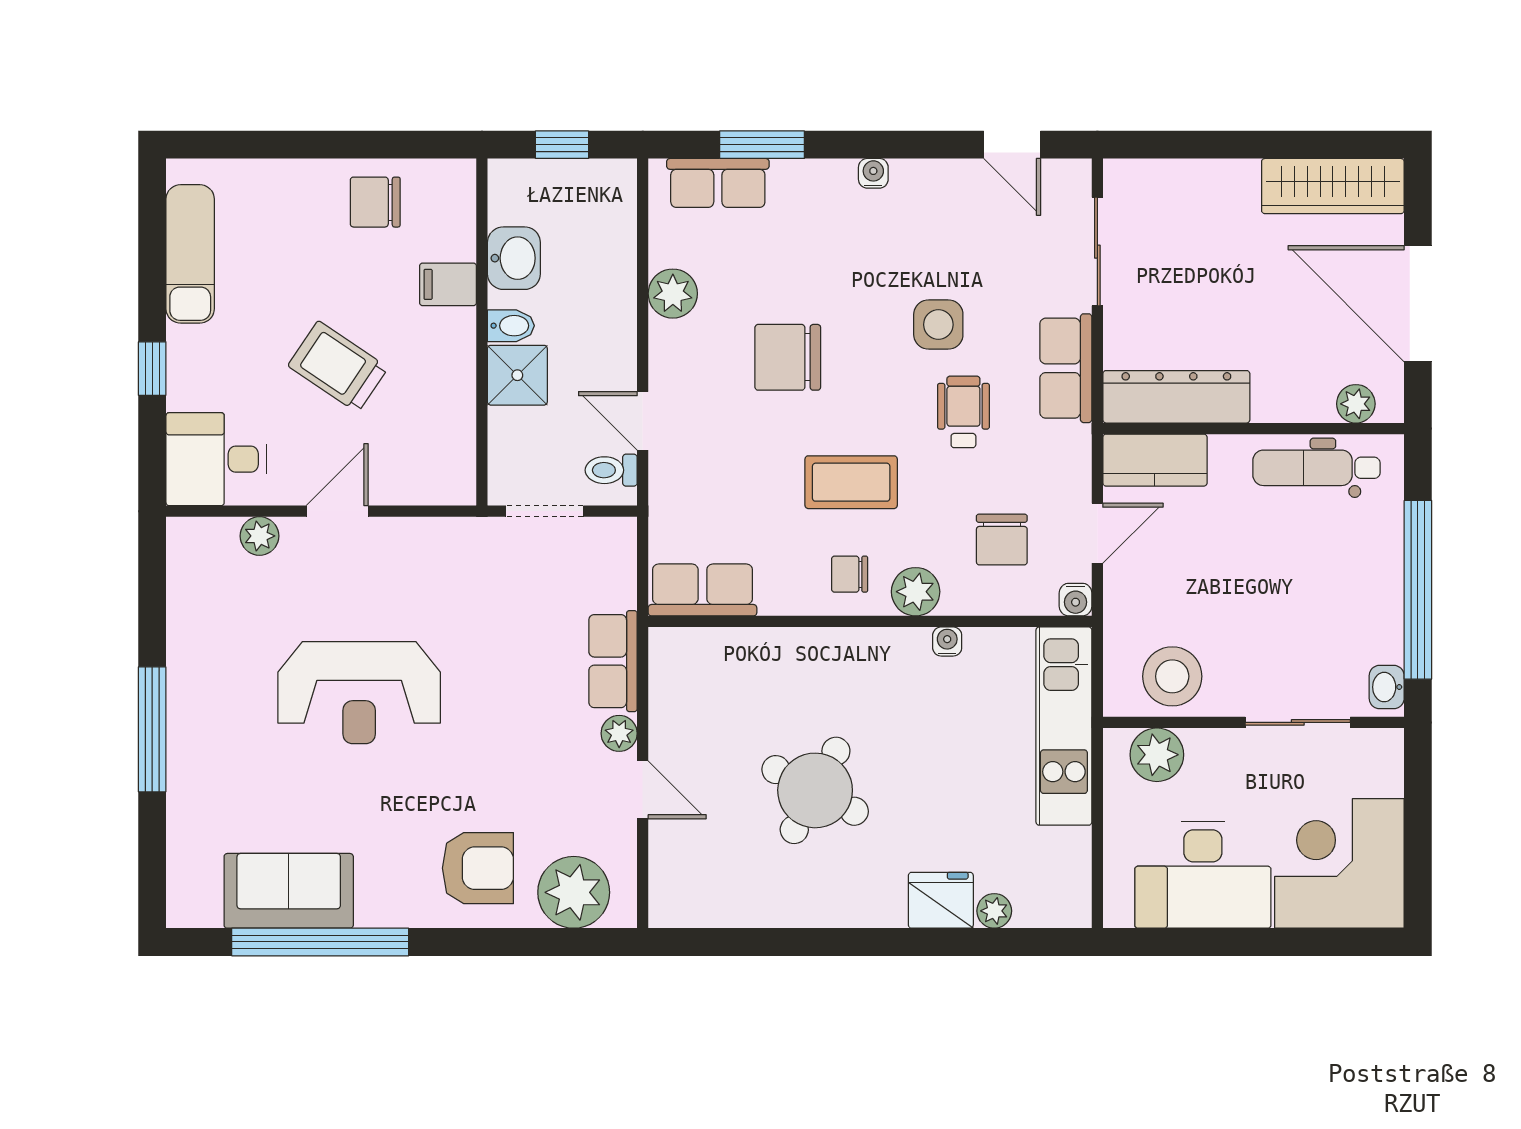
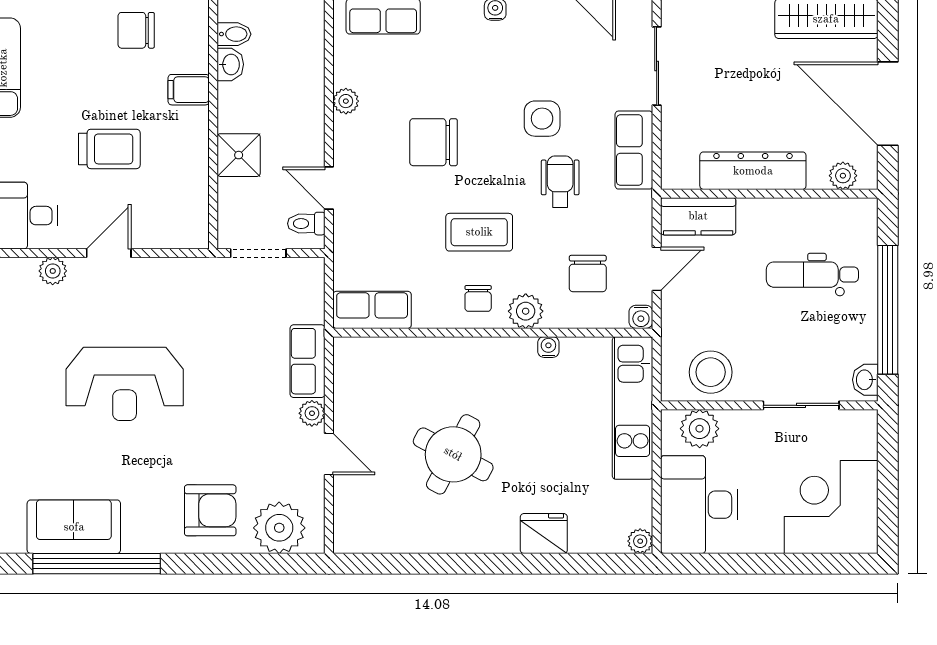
washbasin: (514, 258) -> (230, 64), width x0.72, depth x0.69
plant: (673, 294) -> (346, 101), width x0.73, depth x0.73
bidet: (511, 326) -> (234, 34), moved
trolley: (338, 367) -> (109, 149), turned 146
dresser: (1176, 397) -> (753, 171), moved
dental chair: (1317, 468) -> (812, 275), moved
chair: (850, 574) -> (478, 298), turned -90
desk: (1203, 875) -> (699, 505), moved, turned 90
plant: (994, 911) -> (640, 541), moved

